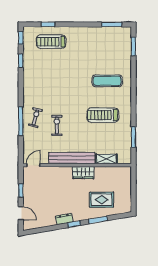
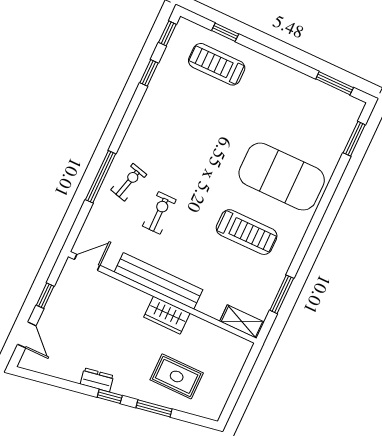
exercise mat: (107, 81) -> (282, 177), width x2.00, depth x1.45
treadmill: (103, 115) -> (247, 232), turned 180
shelving: (106, 159) -> (242, 322), moved

